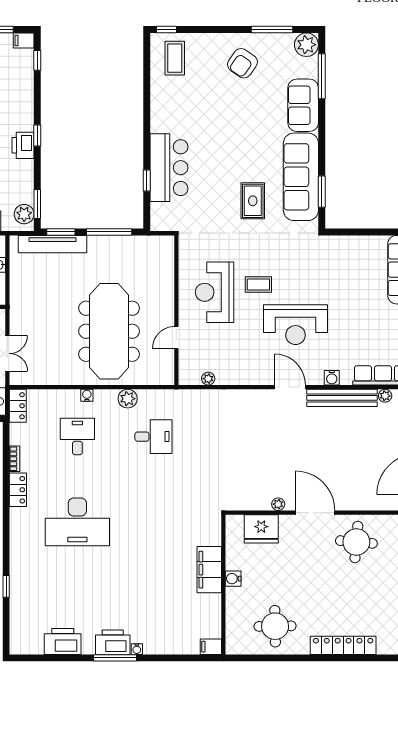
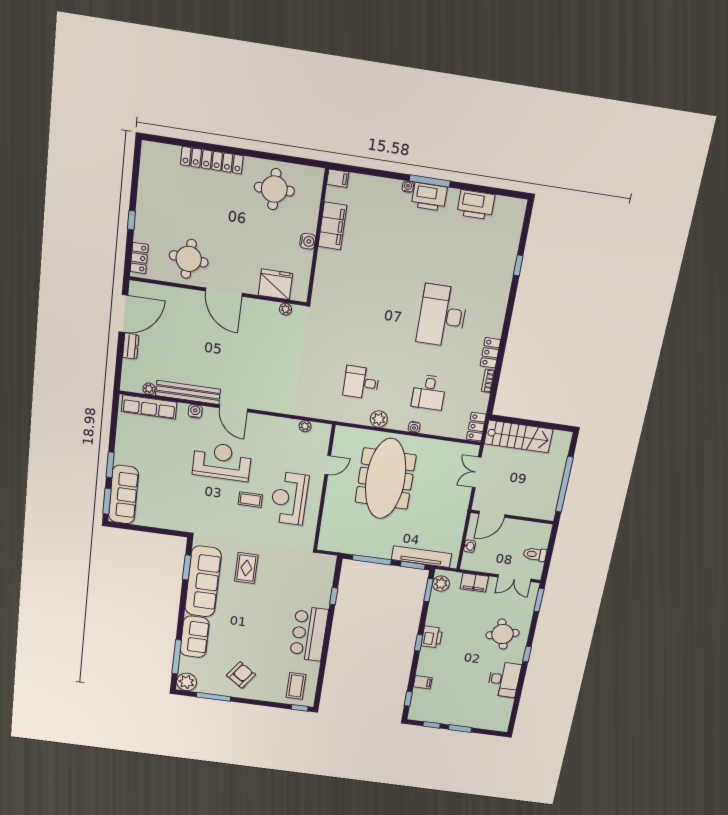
filing cabinet: (24, 41) -> (423, 682), moved
bar counter: (169, 168) -> (309, 634), moved
reception desk: (215, 292) -> (289, 498), turned 180
plant: (278, 504) -> (286, 309), moved
desk: (77, 522) -> (442, 316), turned -90
filing cabinet: (209, 570) -> (332, 226), moved

